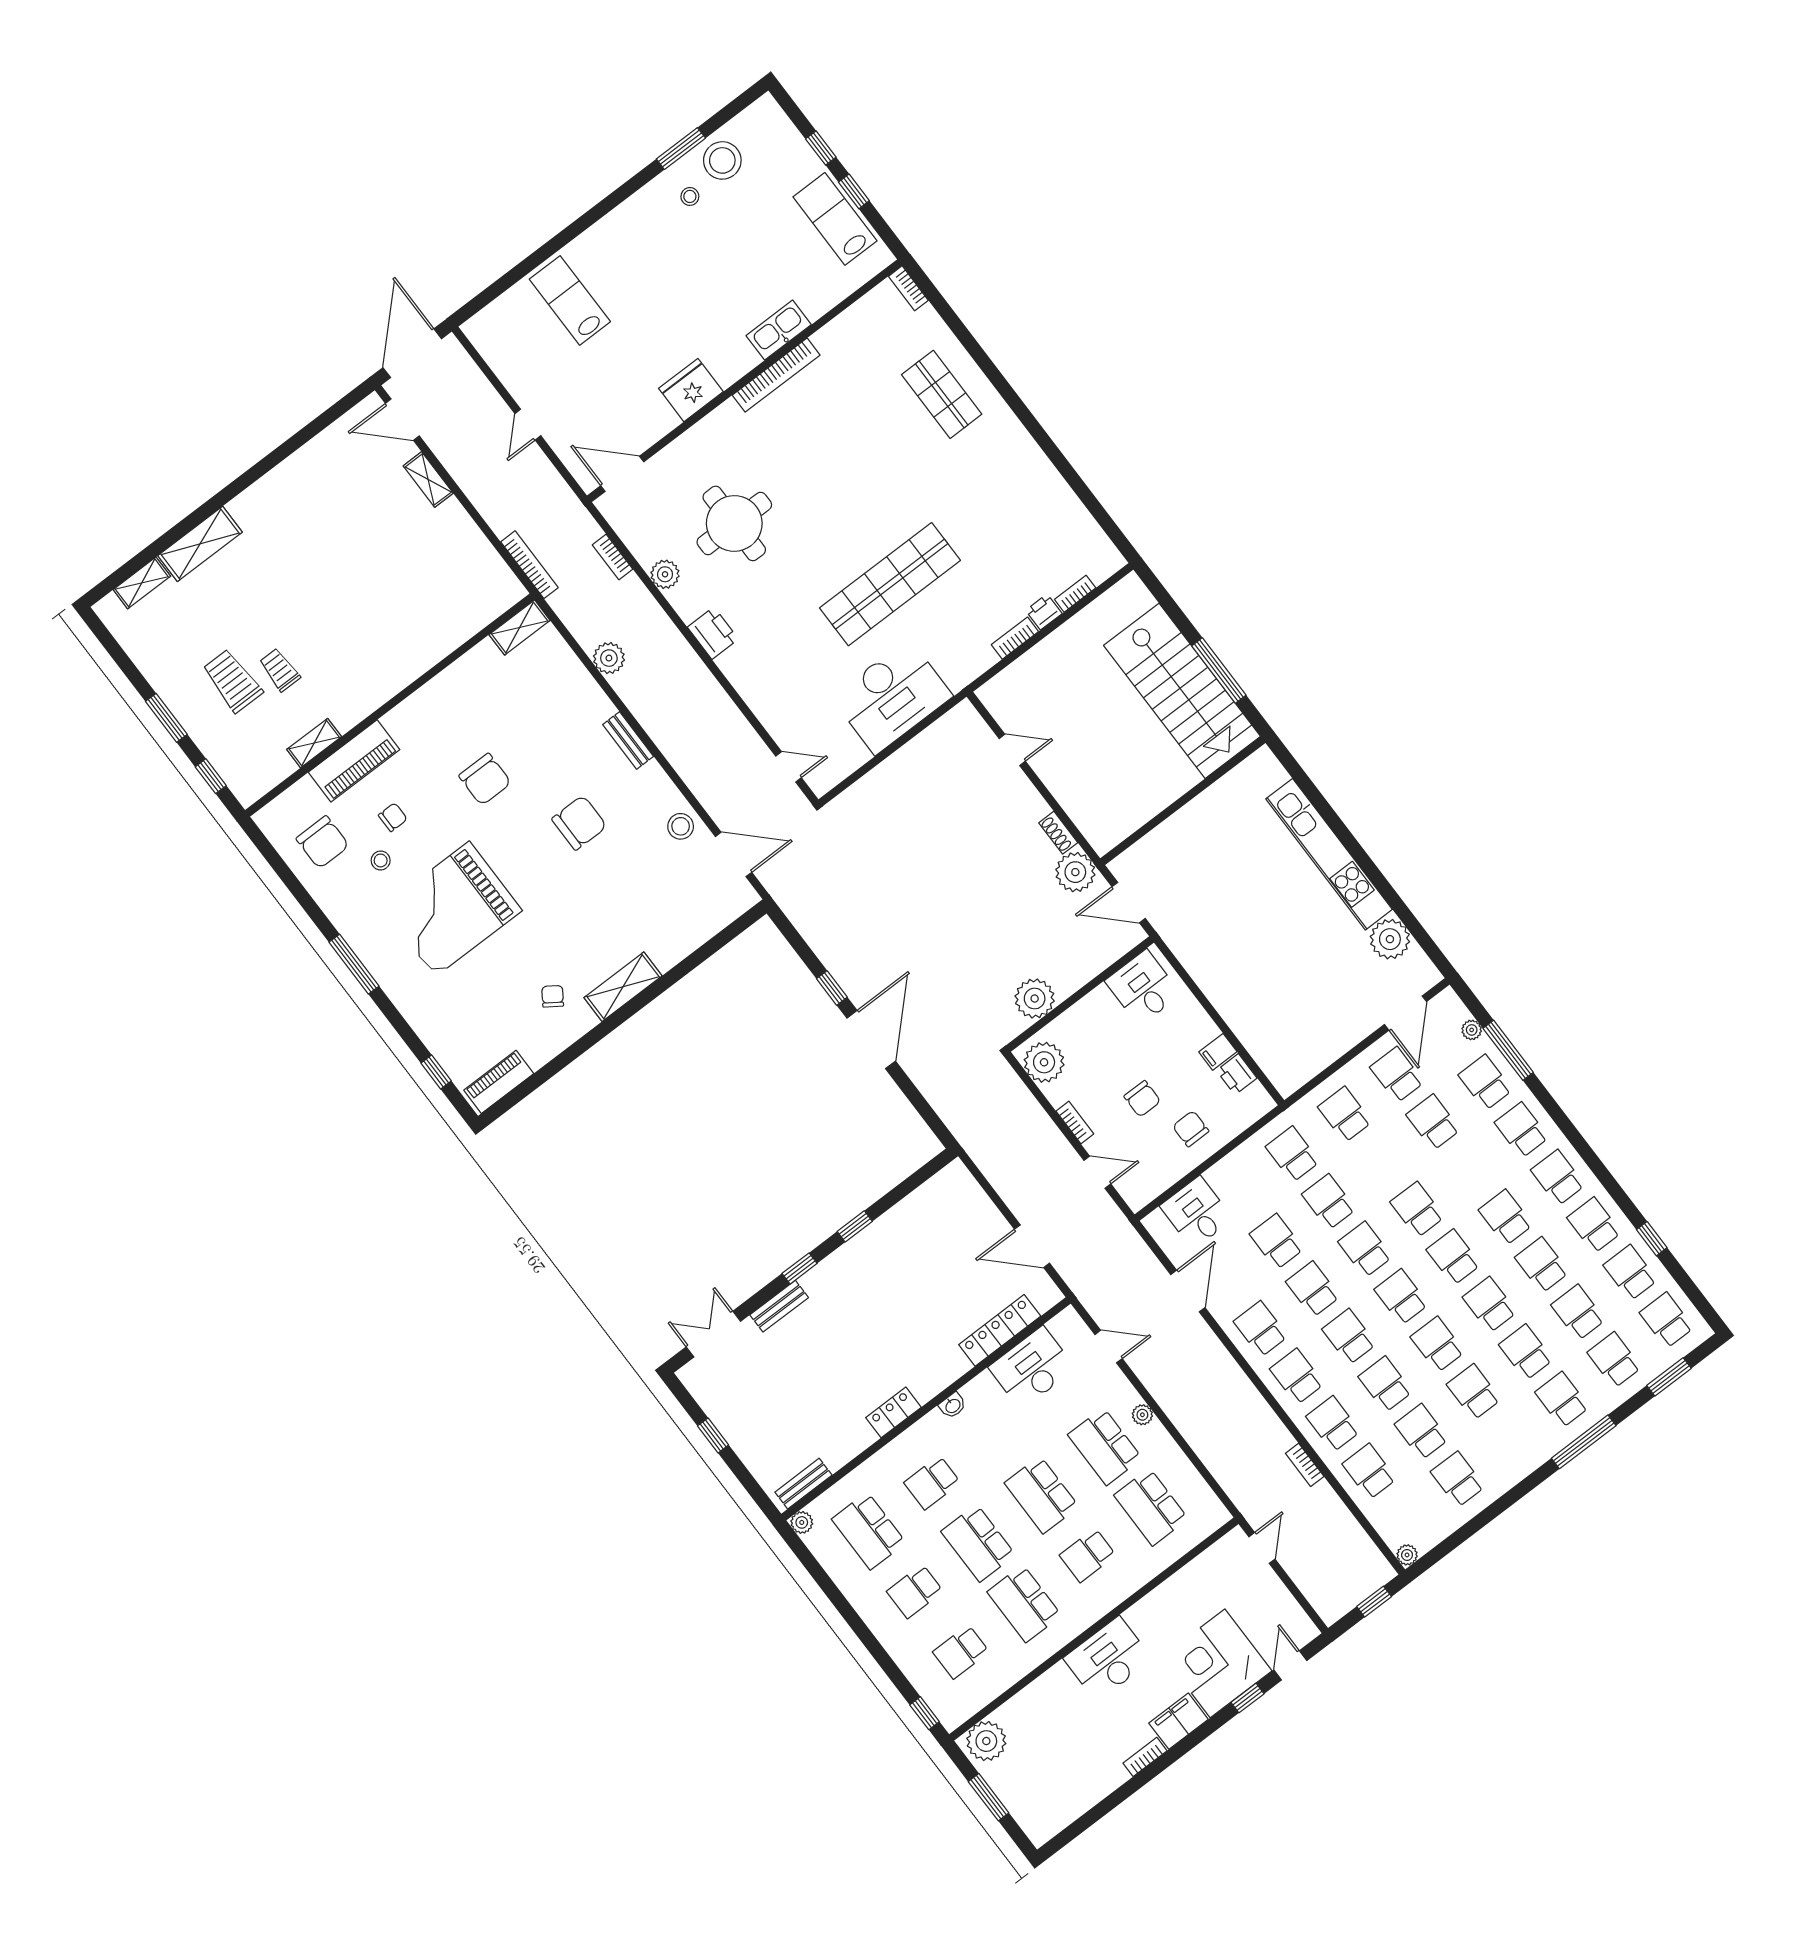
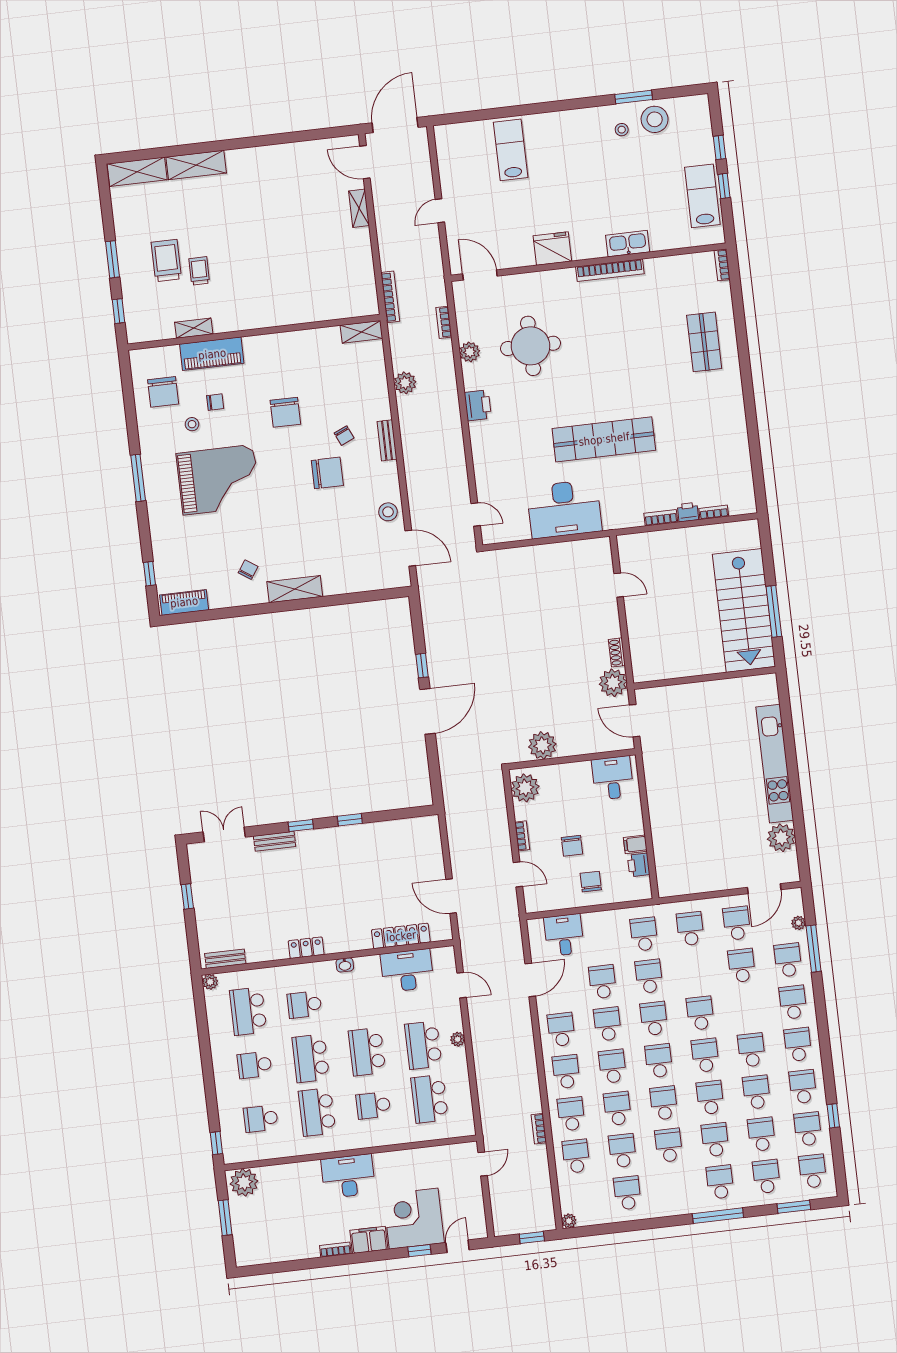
shelving: (142, 583) -> (137, 172), width x1.50, depth x1.33
chair: (573, 765) -> (344, 436), added
grand piano: (452, 909) -> (218, 480), turned 180

